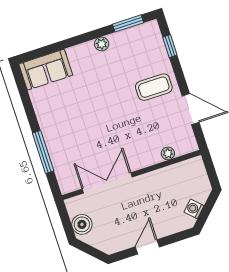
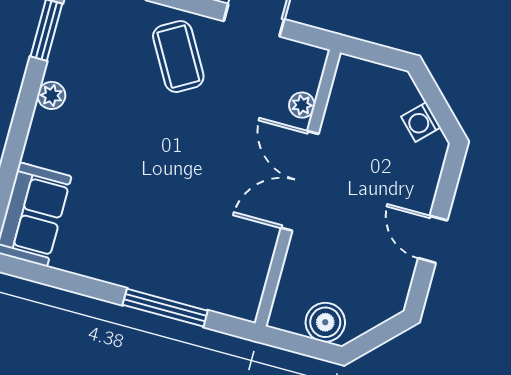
coffee table: (154, 87) -> (178, 57), turned -30
double door: (107, 183) -> (300, 181), moved

